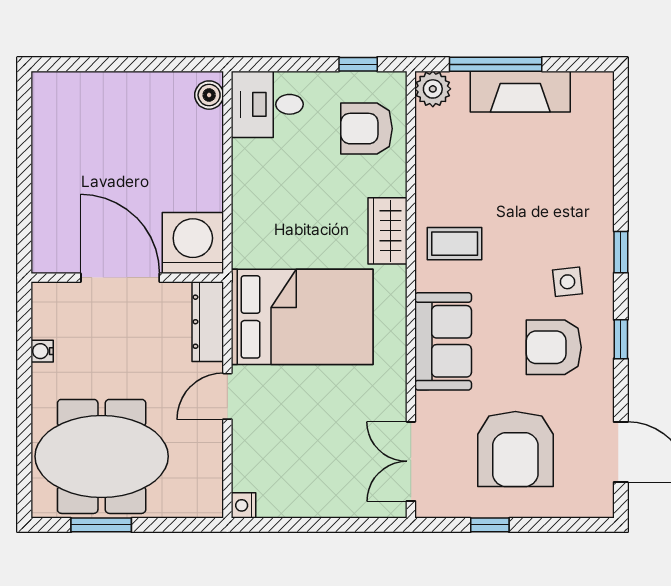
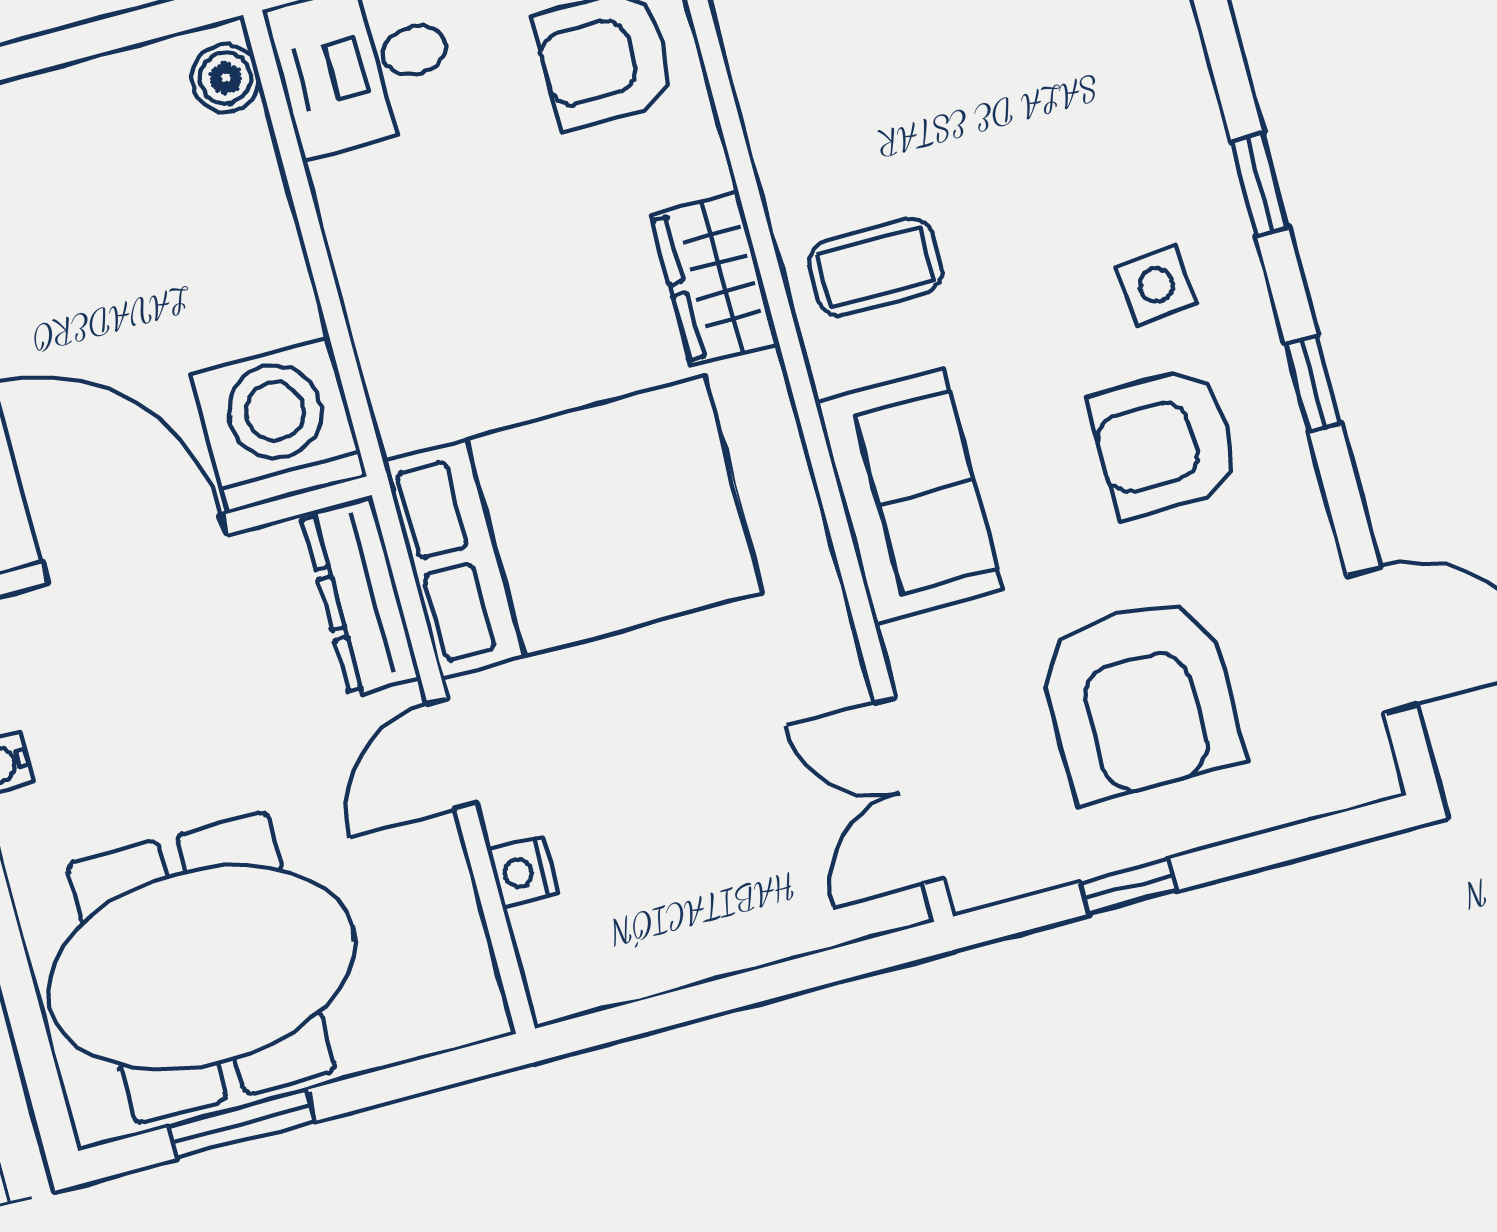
nightstand: (244, 505) -> (522, 872), moved

